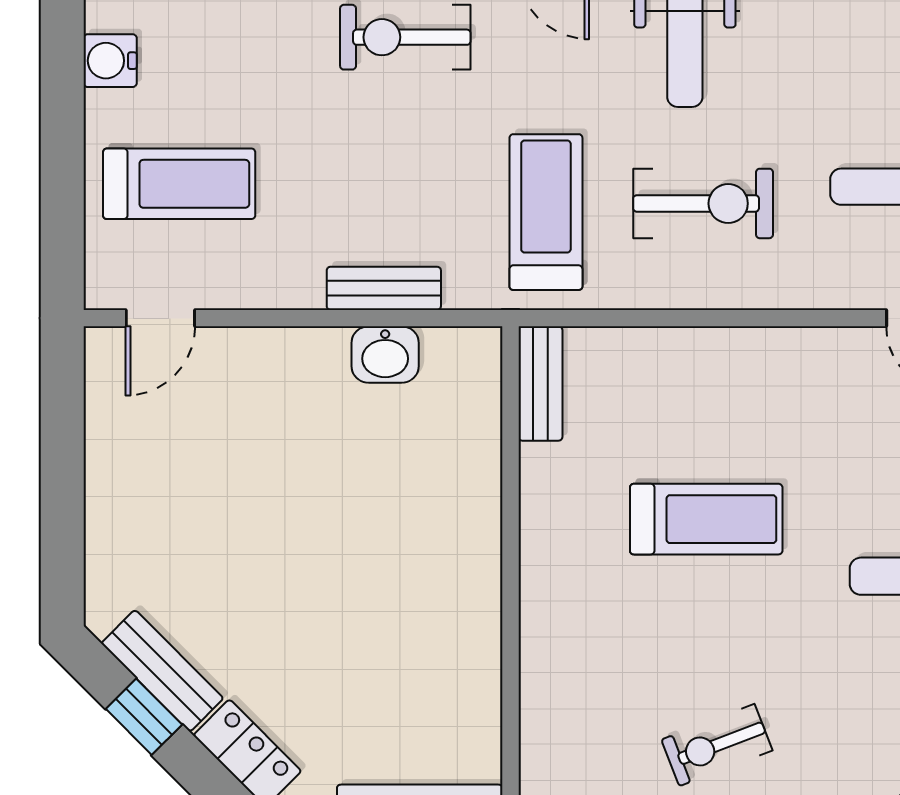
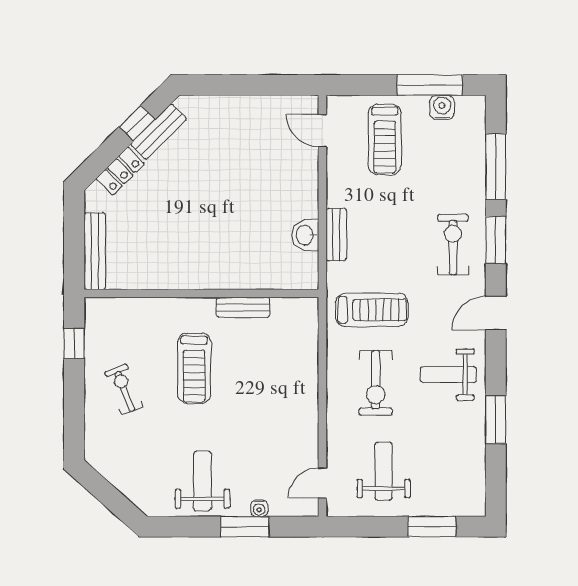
window: (62, 87) -> (430, 85), added
bench: (540, 383) -> (243, 307), moved
treadmill: (706, 519) -> (194, 368), moved

